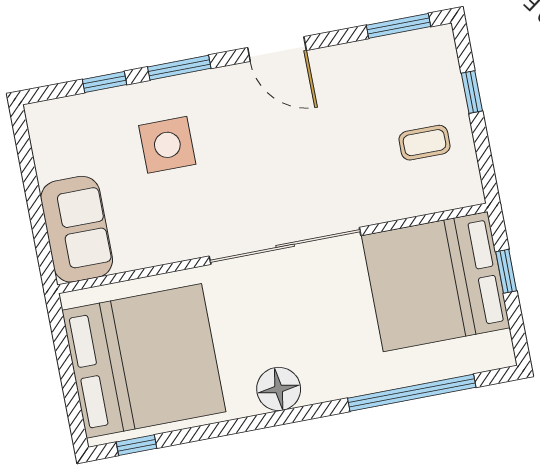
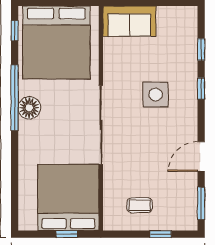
door: (277, 49) -> (201, 157), moved
window: (179, 68) -> (201, 89), width x0.67
coffee table: (424, 143) -> (140, 205), turned 90
side table: (167, 145) -> (156, 95), moved
window: (412, 393) -> (15, 98), moved

